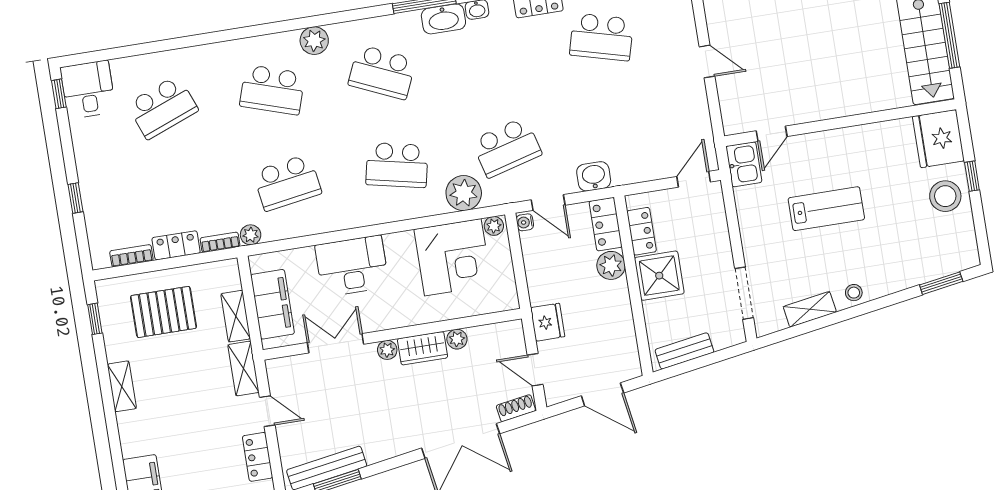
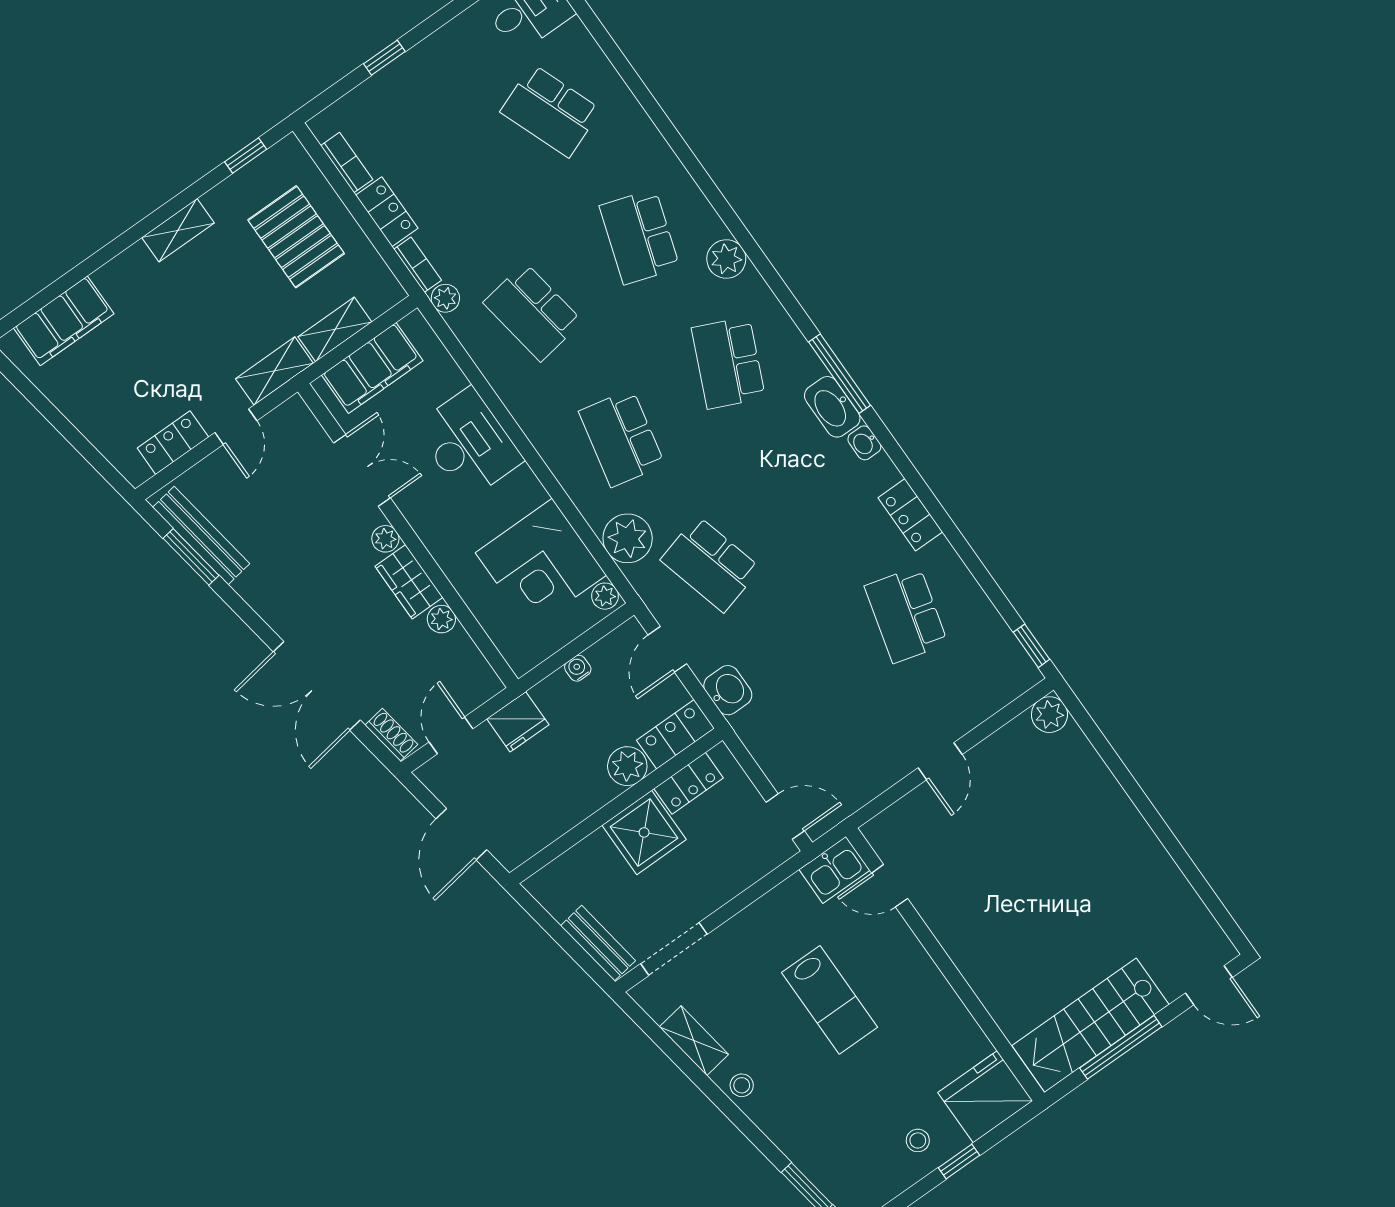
stool: (945, 196) -> (918, 1140), width x0.53, depth x0.53
water cooler: (525, 222) -> (578, 668), moved
bench: (684, 351) -> (598, 943), moved

